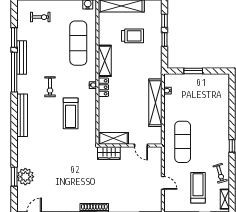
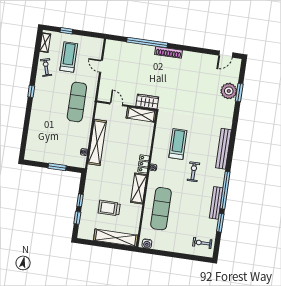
exercise bike: (40, 17) -> (202, 243), moved
treadmill: (198, 188) -> (69, 57), turned 180

